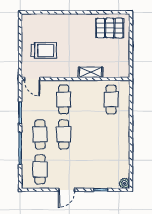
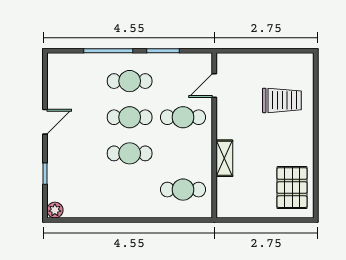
trolley: (44, 50) -> (282, 100), moved, turned -90
door: (32, 79) -> (214, 85), moved
cafe table: (40, 169) -> (130, 153), moved
door: (67, 190) -> (45, 122), swing flipped

